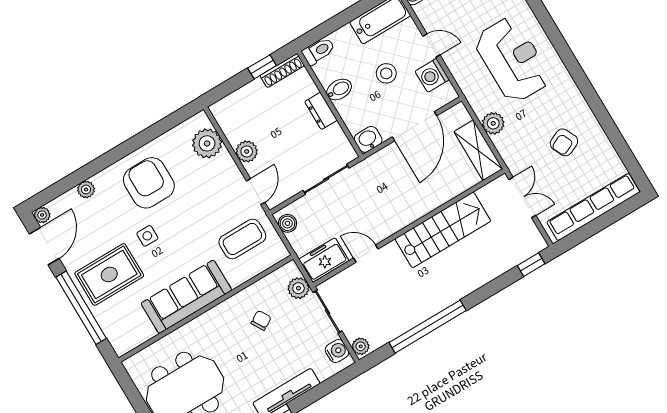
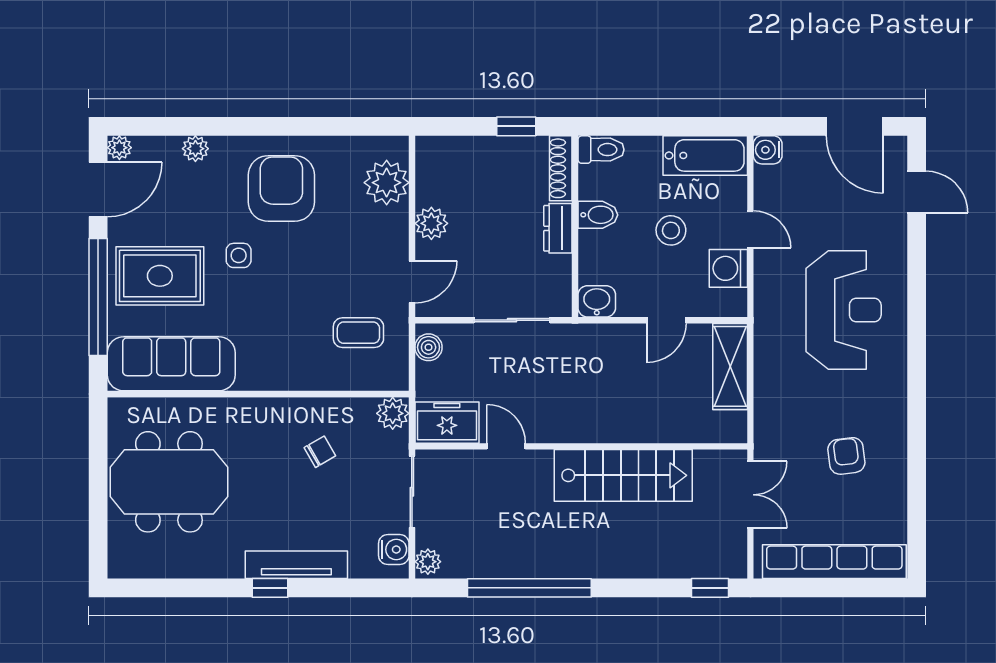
shoe rack: (282, 71) -> (561, 168), moved, turned 90
plant: (493, 123) -> (770, 377), removed
door: (414, 126) -> (666, 320), width x0.53
armchair: (564, 142) -> (846, 456), turned 108
shelving: (478, 150) -> (730, 366), moved
coffee table: (242, 239) -> (358, 333), width x0.73, depth x0.77
plant: (298, 288) -> (393, 413), moved
sofa: (186, 297) -> (171, 364), moved

